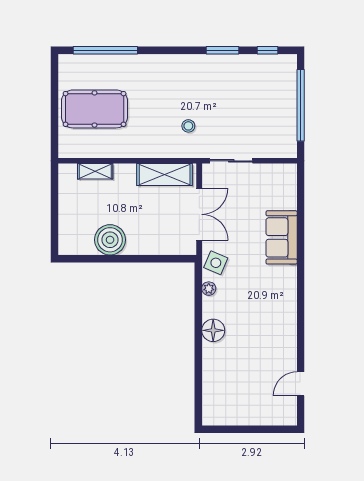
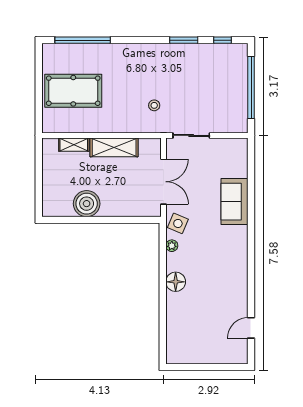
shelving: (165, 175) -> (114, 147), moved

